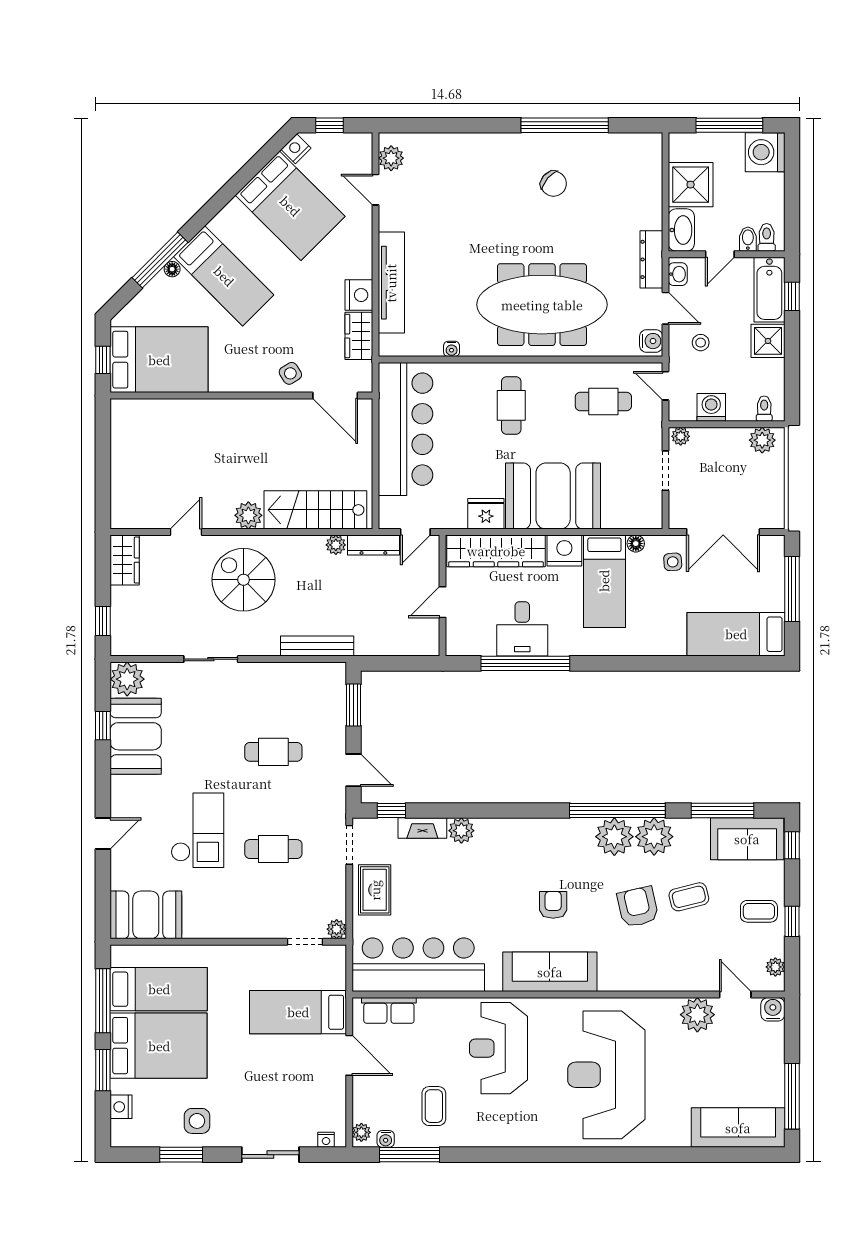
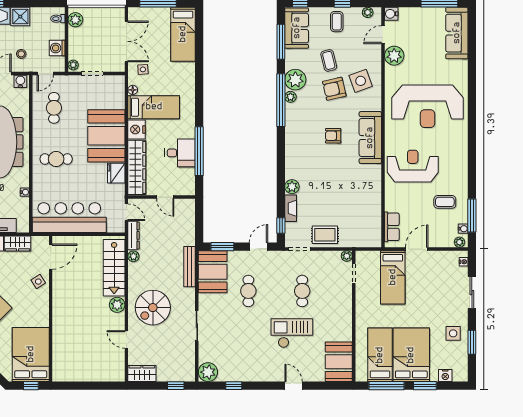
booth: (136, 736) -> (213, 272), moved, turned 90
plant: (614, 837) -> (290, 97), width x0.53, depth x0.53
side table: (652, 954) -> (361, 81), added
bar counter: (418, 965) -> (366, 211), removed
reception desk: (498, 1048) -> (413, 166), turned 180

